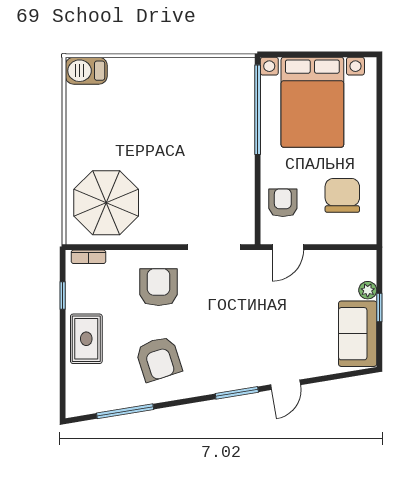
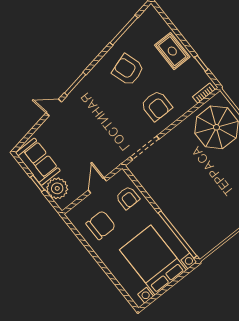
chair: (342, 195) -> (101, 225), turned -90
door: (288, 247) -> (97, 185), moved
plant: (368, 290) -> (57, 188), width x1.88, depth x1.88
door: (286, 385) -> (54, 107), hinge flipped

